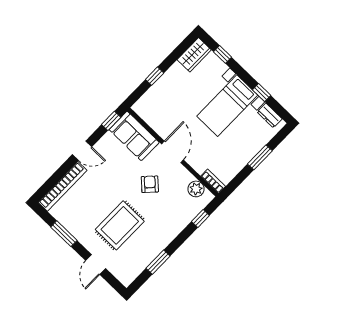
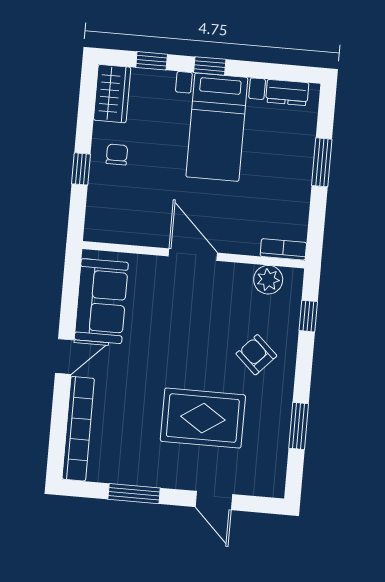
chair: (175, 82) -> (117, 155), added
window: (262, 93) -> (210, 66), moved
window: (111, 121) -> (71, 281), removed
sofa: (134, 136) -> (101, 301), moved, turned -90
armchair: (150, 184) -> (256, 355), moved
rug: (120, 225) -> (203, 418), turned 90

